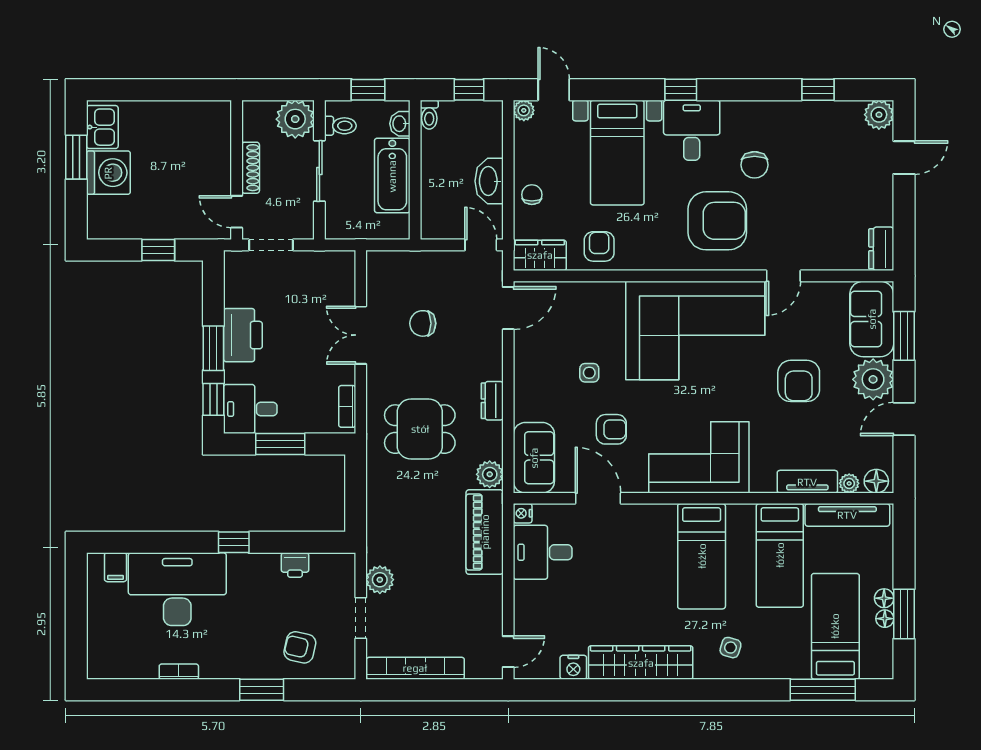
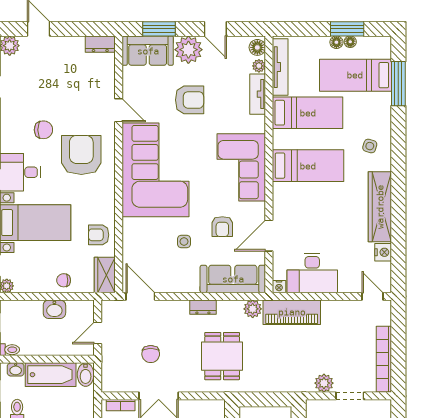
washbasin: (489, 181) -> (54, 309), width x0.72
bidet: (392, 227) -> (86, 375), added
door: (481, 245) -> (98, 333), moved
bookcase: (347, 406) -> (121, 405), moved
armchair: (611, 429) -> (222, 227), turned 180
sofa: (534, 458) -> (233, 279), width x1.36
desk: (543, 552) -> (312, 273), width x1.37

